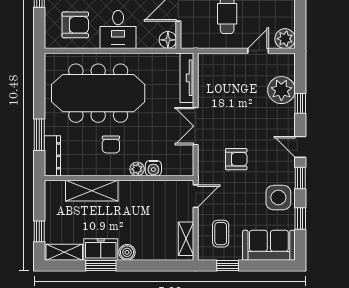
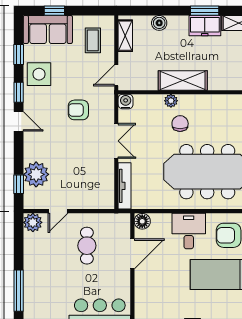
window: (300, 103) -> (19, 184), moved
chair: (111, 144) -> (180, 124), moved
water cooler: (153, 168) -> (126, 102), moved
shelving: (92, 191) -> (183, 81), moved
boiler: (127, 252) -> (159, 23), moved
window: (228, 266) -> (54, 11), moved

